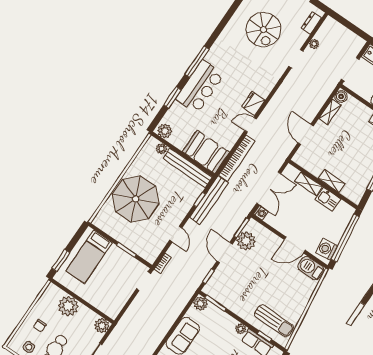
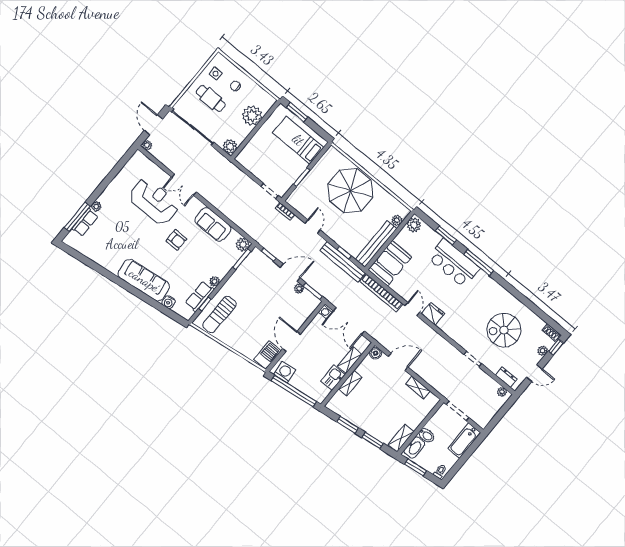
plant: (314, 44) -> (502, 392), moved
boiler: (341, 96) -> (376, 353), moved
door: (176, 234) -> (313, 227), swing flipped
plant: (246, 241) -> (299, 289), width x0.53, depth x0.53

